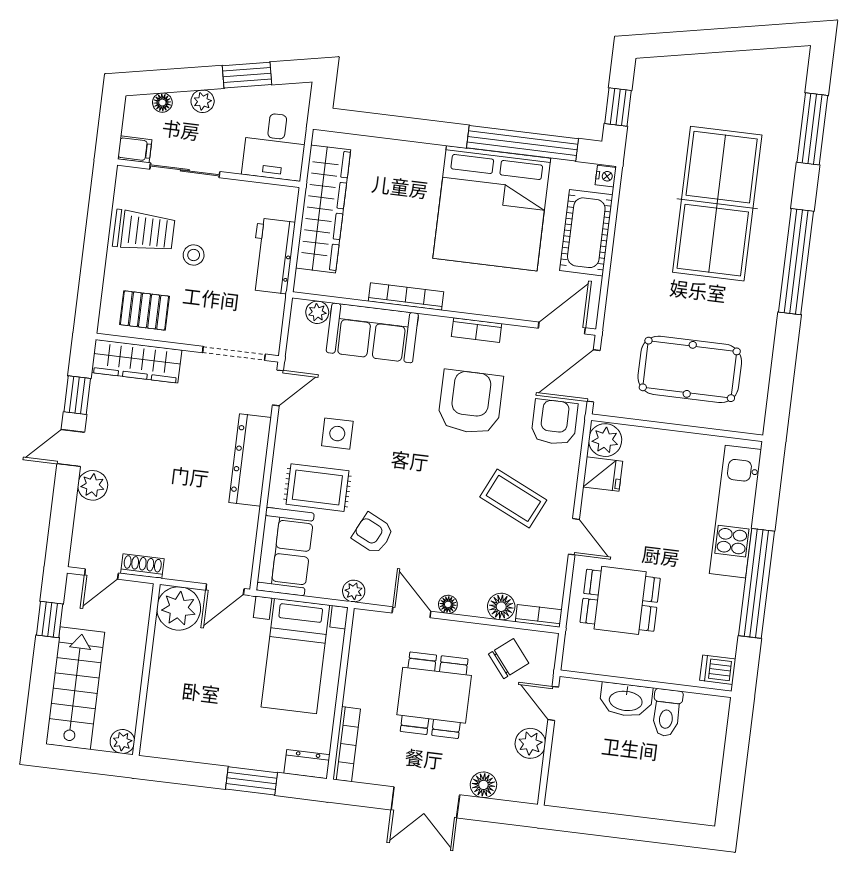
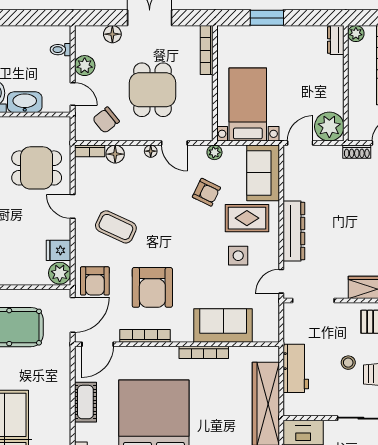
cot: (586, 233) -> (85, 402), width x0.73, depth x0.75
plant: (317, 312) -> (261, 335), removed
bookcase: (477, 330) -> (145, 336), width x1.56
dresser: (307, 764) -> (336, 40), moved, turned 90
toilet: (563, 771) -> (60, 50), added

